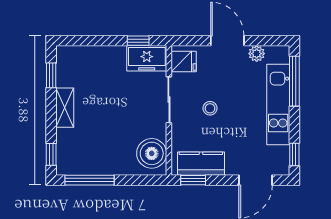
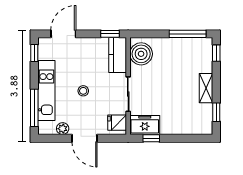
stool: (210, 108) -> (83, 91), moved
kitchen counter: (201, 164) -> (118, 55), moved, turned 90

